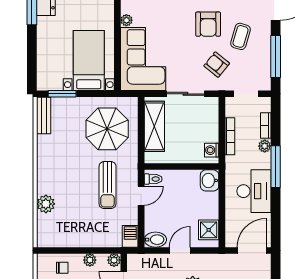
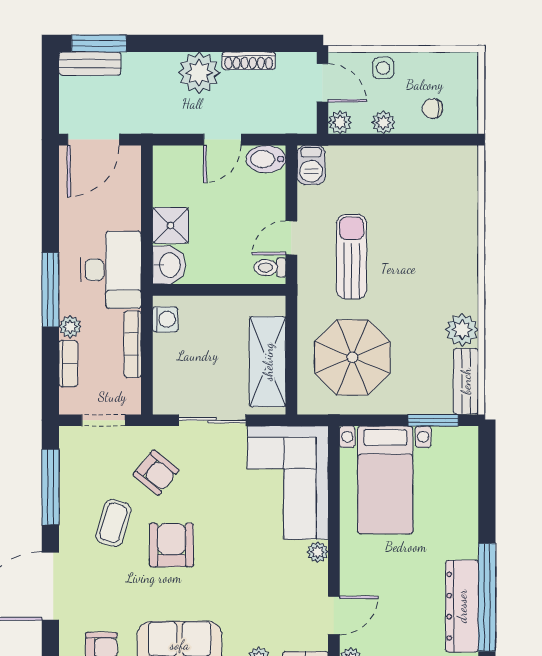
desk: (254, 191) -> (111, 270), moved, turned 180
plant: (46, 204) -> (462, 330), moved
shower: (209, 230) -> (171, 225), moved

